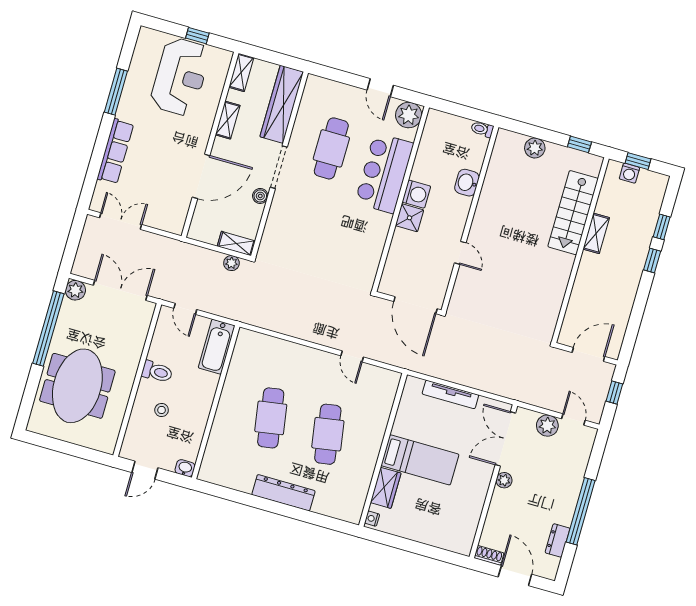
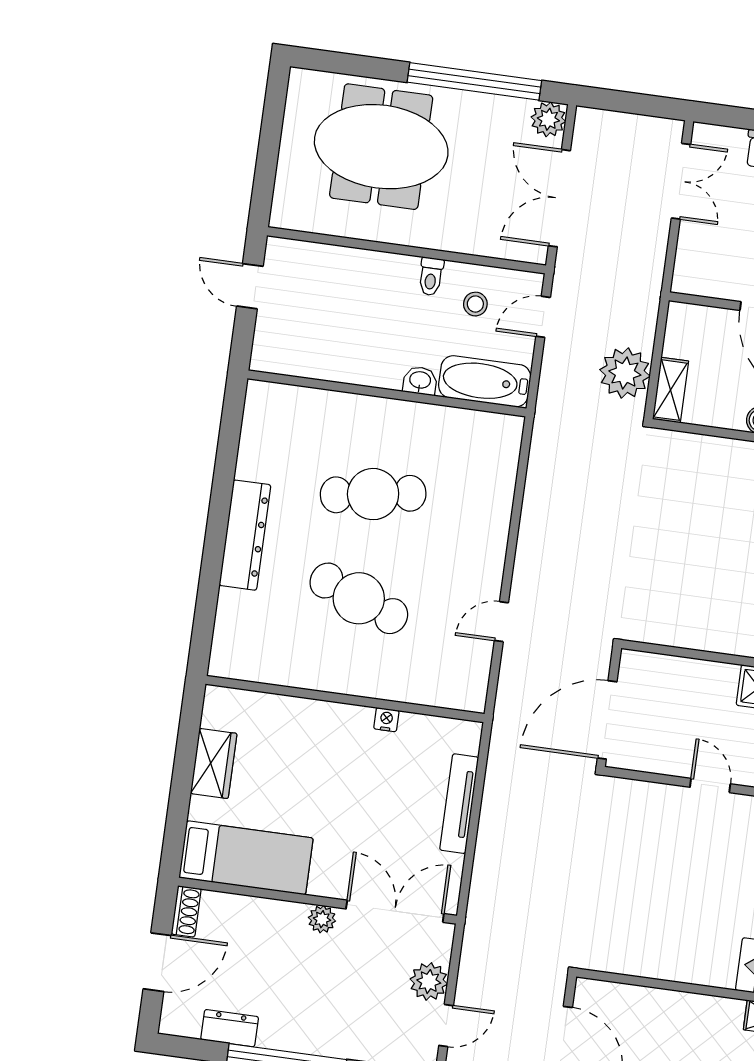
door: (460, 253) -> (710, 785), swing flipped
plant: (231, 263) -> (625, 373), width x1.87, depth x1.87
double door: (120, 290) -> (559, 198), swing flipped
toilet: (157, 372) -> (431, 276), width x0.73, depth x0.72
stool: (162, 410) -> (475, 304), moved
cafe table: (328, 434) -> (359, 598), turned 30
bed: (420, 460) -> (246, 858), moved, turned -90
washbasin: (185, 468) -> (420, 381), moved, turned -90
wardrobe: (386, 488) -> (214, 763), moved, turned -90
nightstand: (372, 519) -> (386, 720), moved

